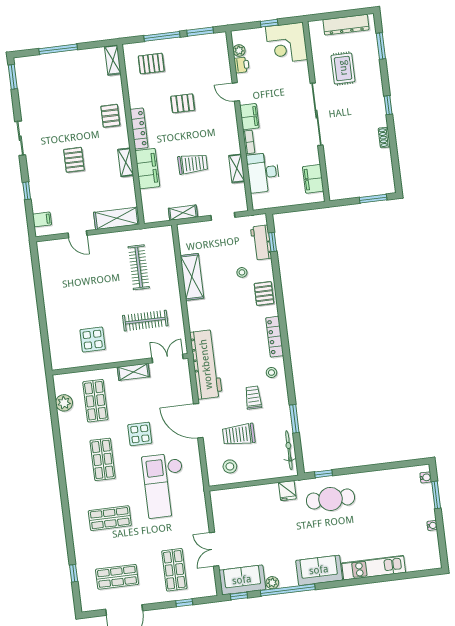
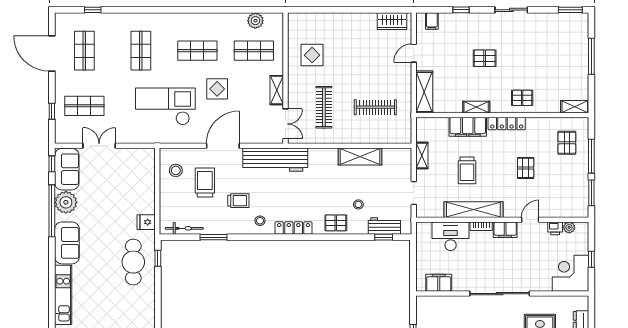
shelving: (237, 168) -> (473, 210), width x2.20, depth x1.33
wardrobe: (47, 261) -> (392, 21), added
plant: (272, 583) -> (66, 202), width x1.87, depth x1.87

